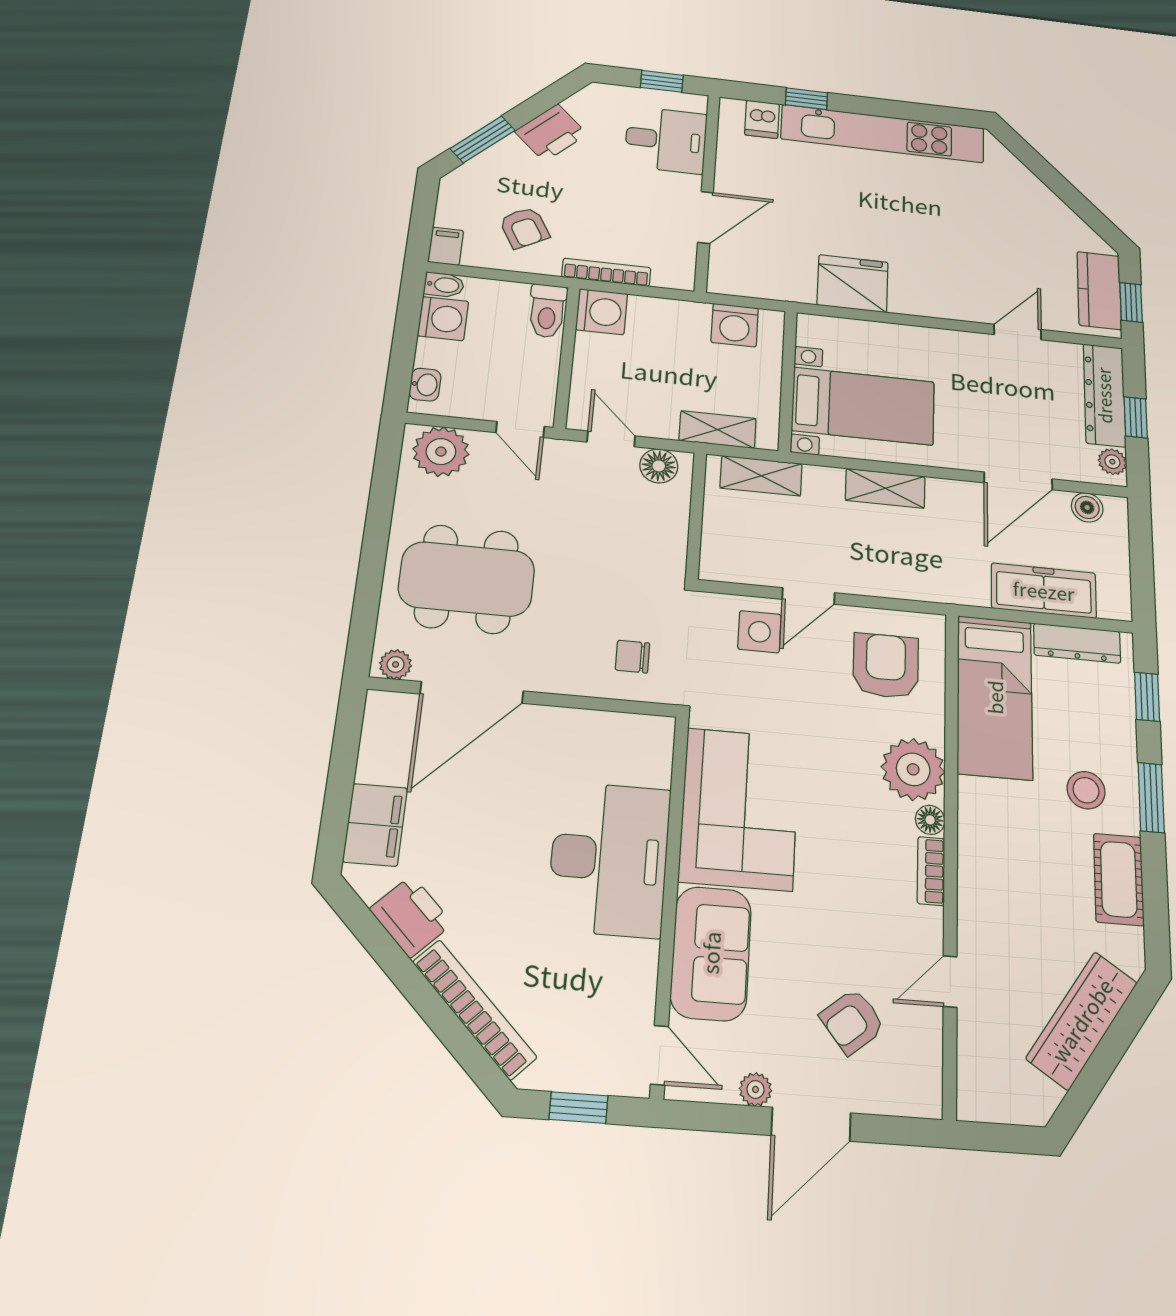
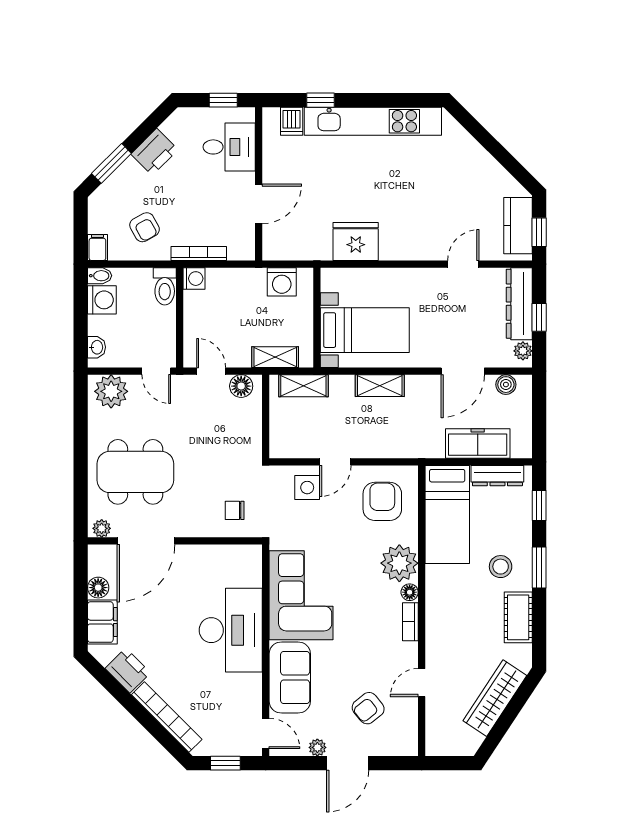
washing machine: (602, 312) -> (194, 279), width x0.73, depth x0.73
floor lamp: (376, 764) -> (98, 588), added

